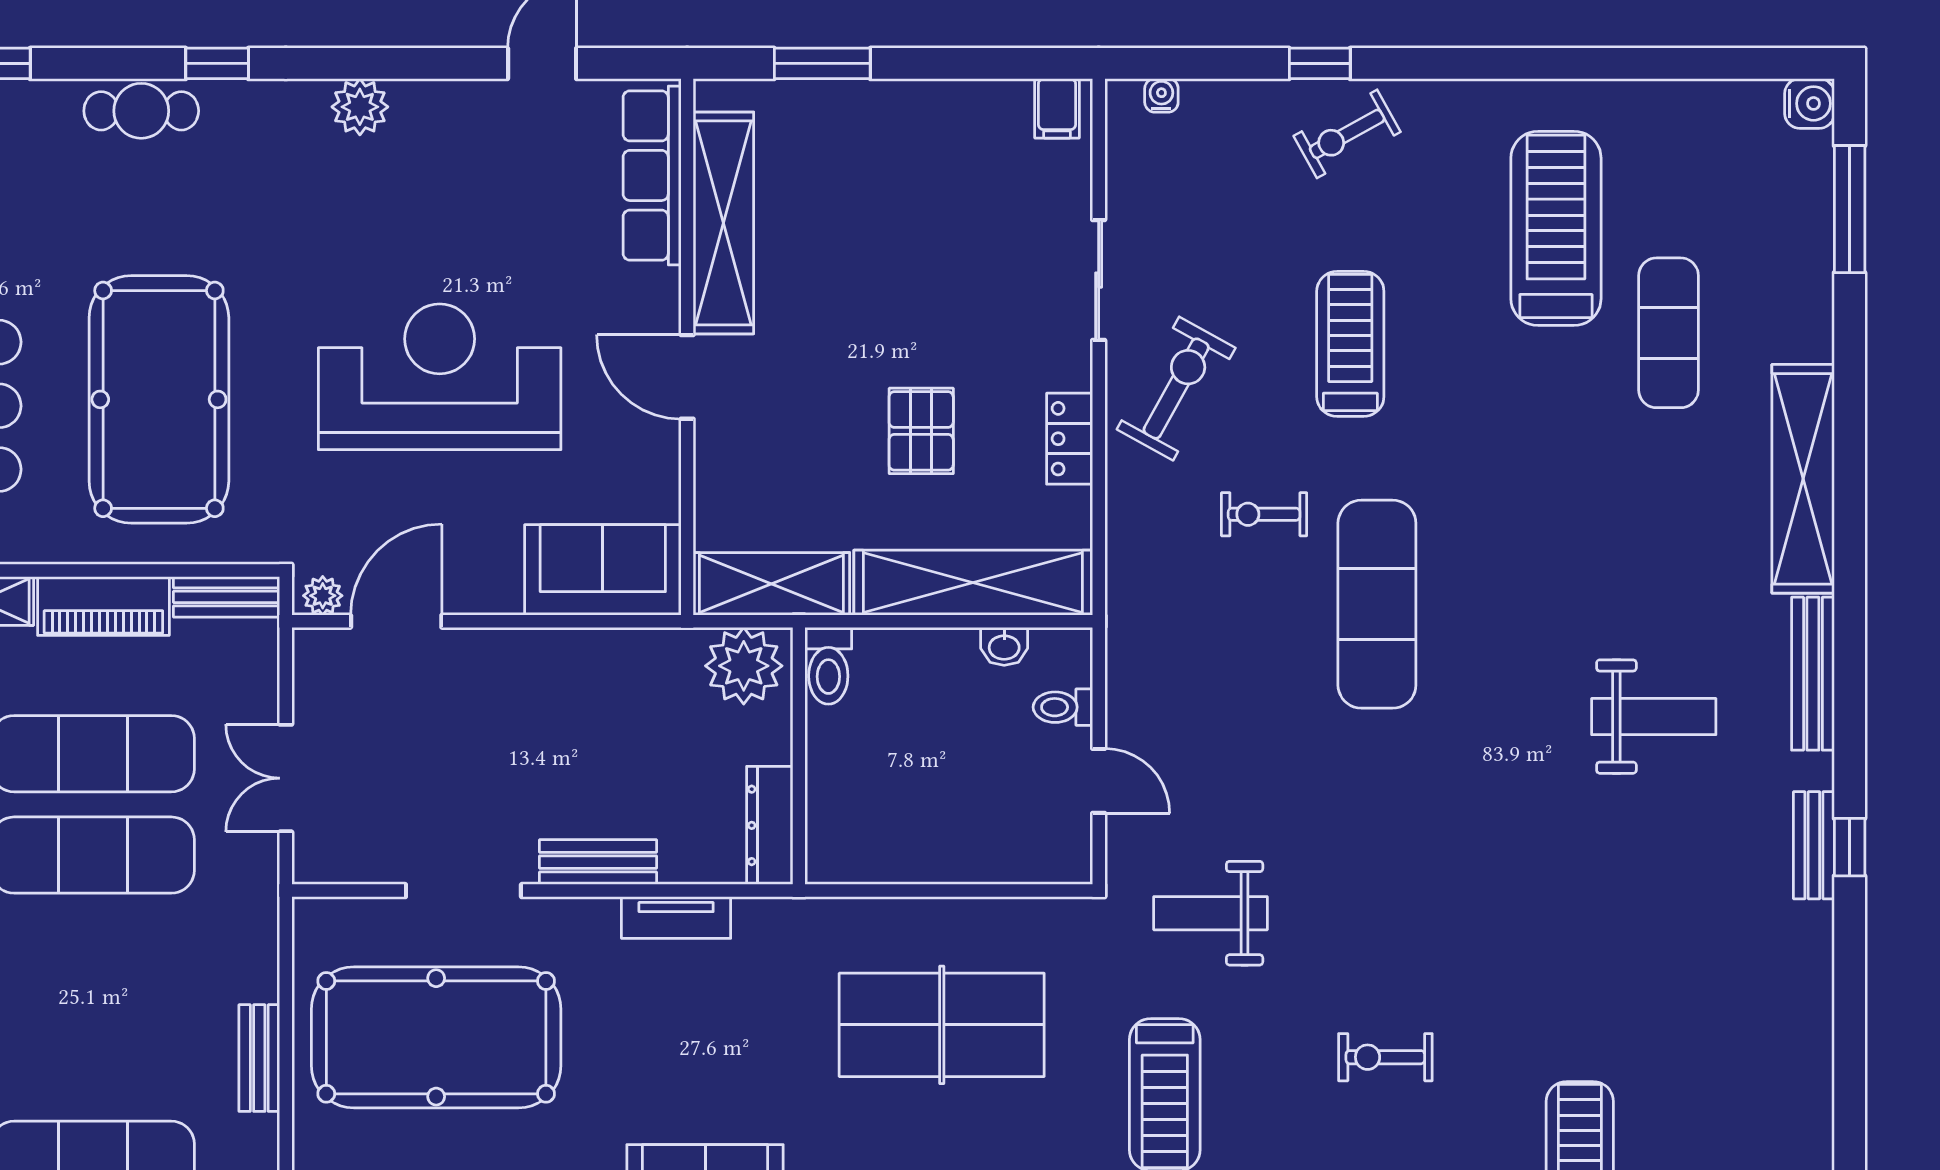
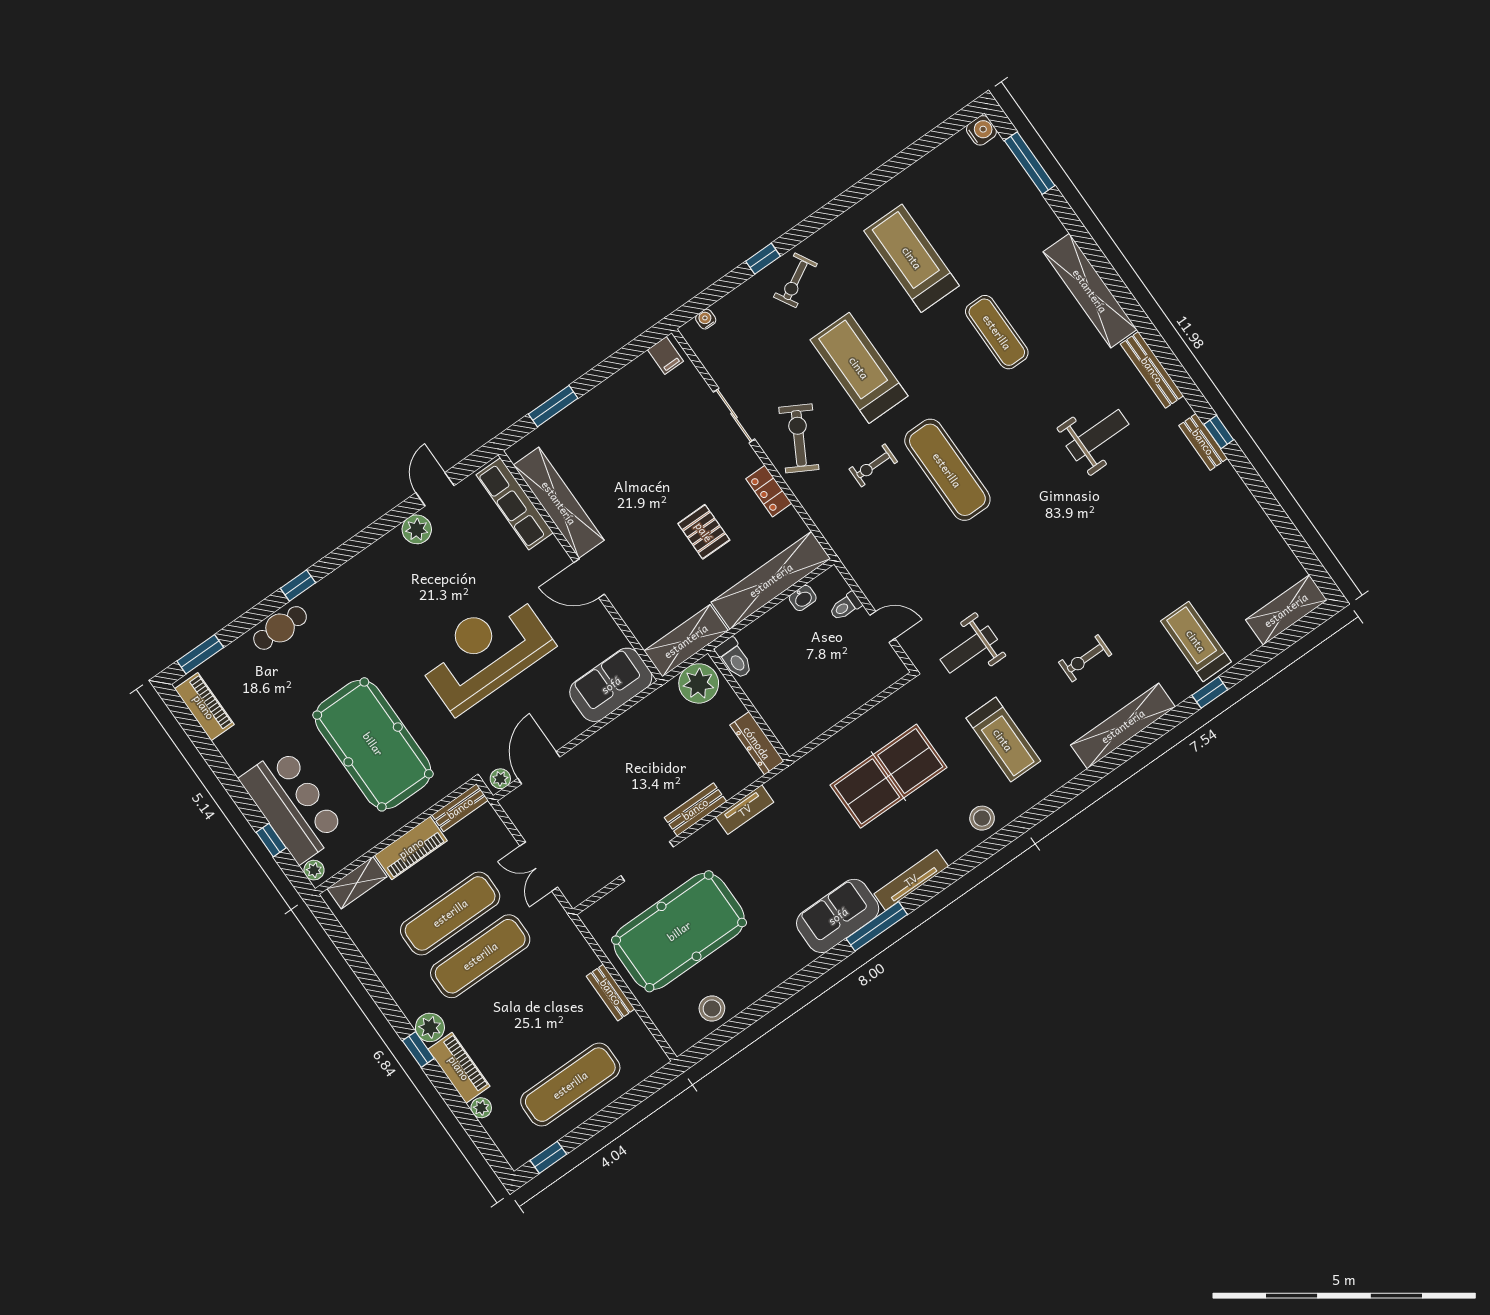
plant: (360, 107) -> (417, 529), moved
exercise mat: (1669, 333) -> (997, 332), moved
treadmill: (1350, 344) -> (859, 368), width x1.37, depth x1.38

